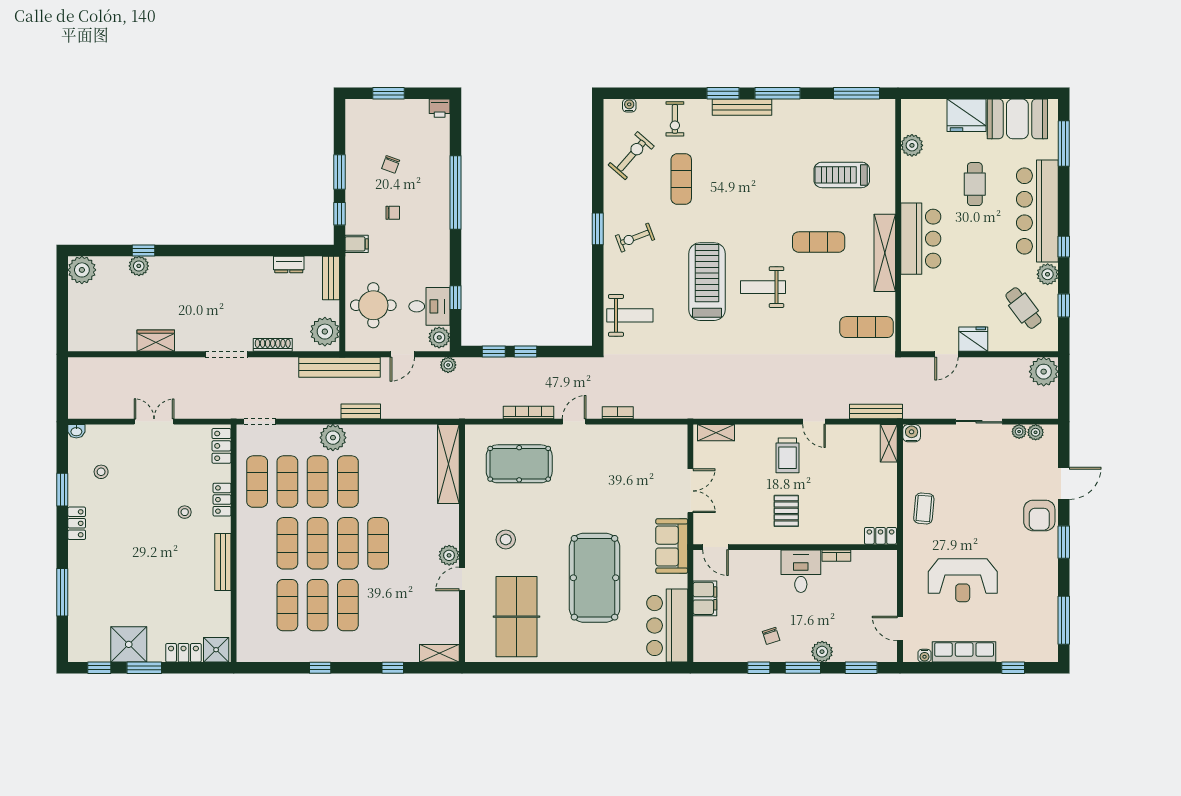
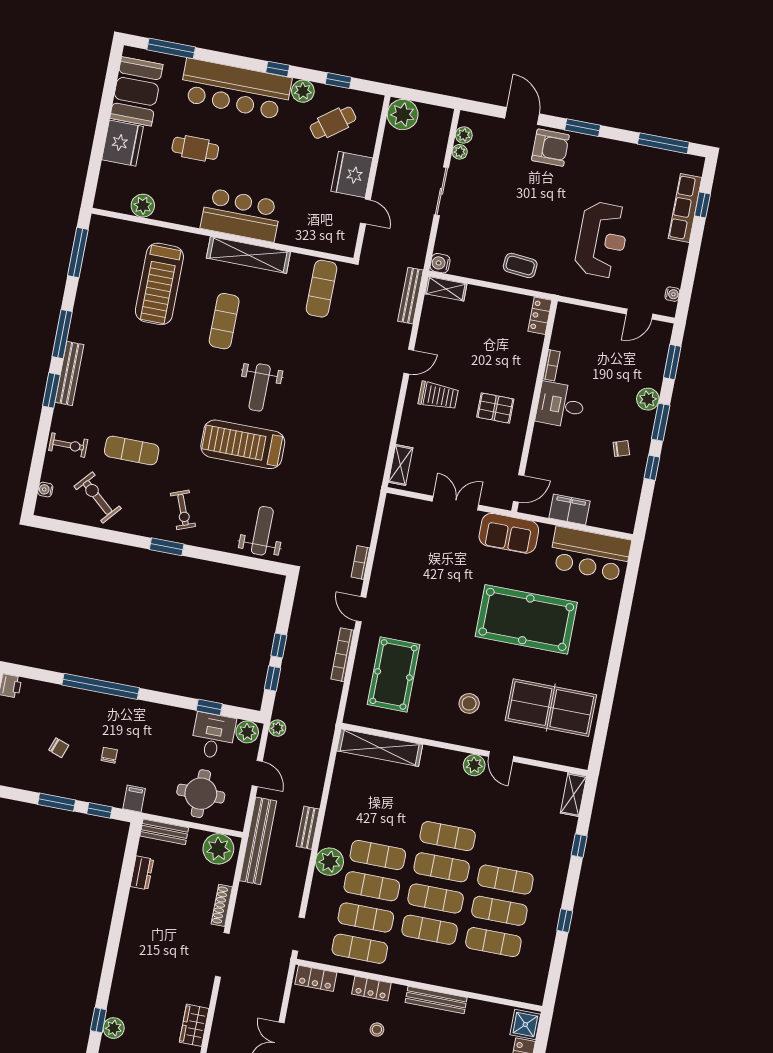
treadmill: (842, 175) -> (159, 284), width x1.37, depth x1.38
fridge: (973, 339) -> (352, 175), width x1.36, depth x1.34
row of seats: (964, 652) -> (685, 208), moved

